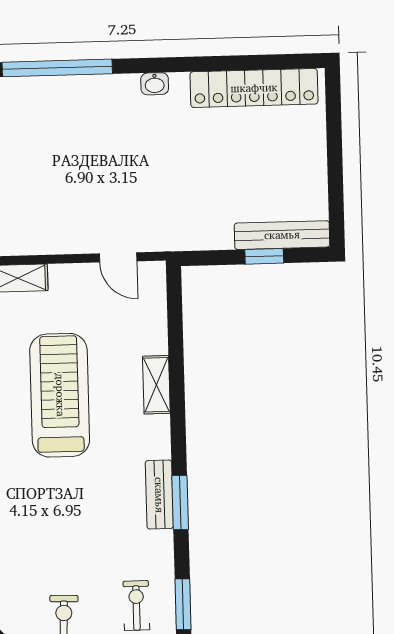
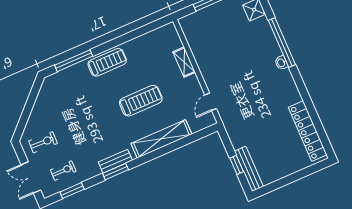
washbasin: (155, 84) -> (281, 63), moved
shelving: (156, 385) -> (161, 139), width x2.20, depth x1.33
treadmill: (60, 395) -> (141, 101), width x0.73, depth x0.73

